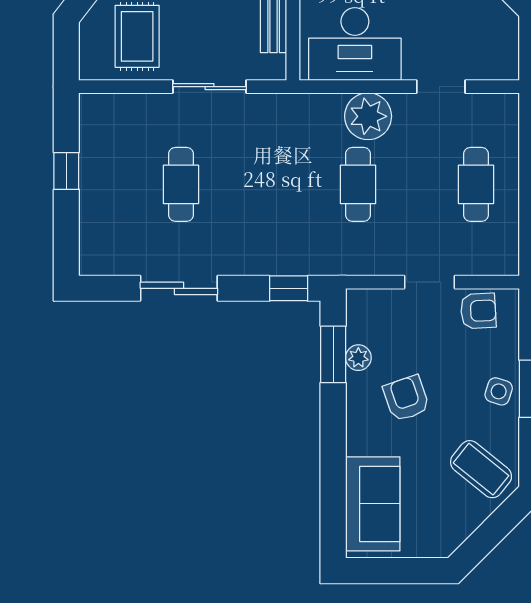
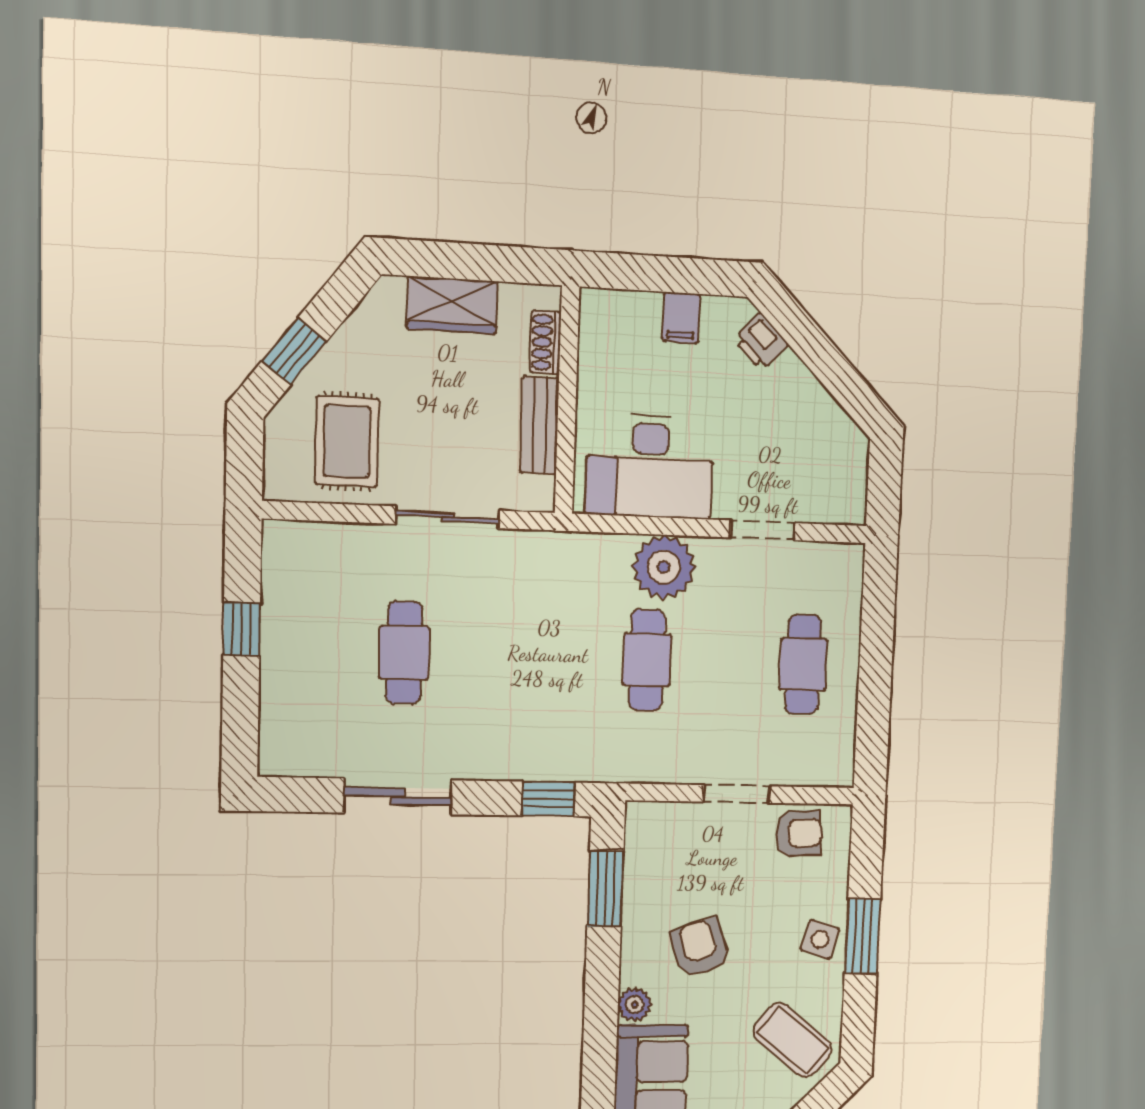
plant: (358, 358) -> (635, 1005), moved

